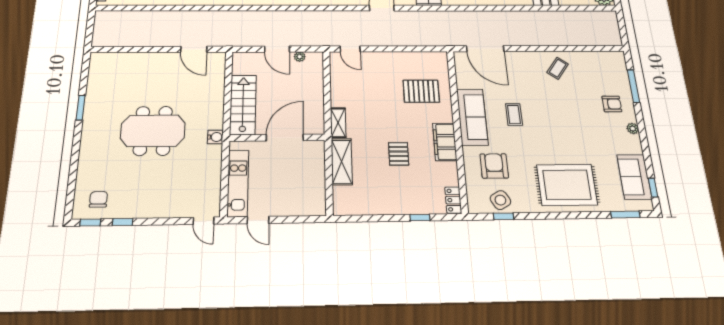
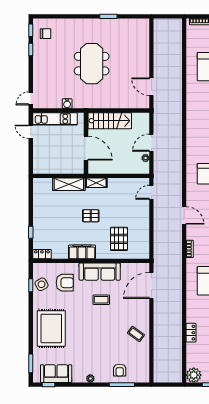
door: (194, 49) -> (151, 87), hinge flipped
armchair: (612, 104) -> (120, 370), moved
water cooler: (215, 137) -> (67, 104), moved
pallet: (399, 154) -> (91, 216), moved
door: (258, 220) -> (31, 132), hinge flipped

